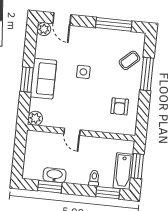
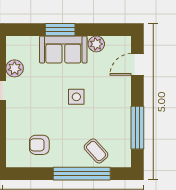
plant: (44, 29) -> (96, 44), moved
window: (147, 74) -> (82, 174), width x1.46
plant: (35, 118) -> (15, 68), moved

